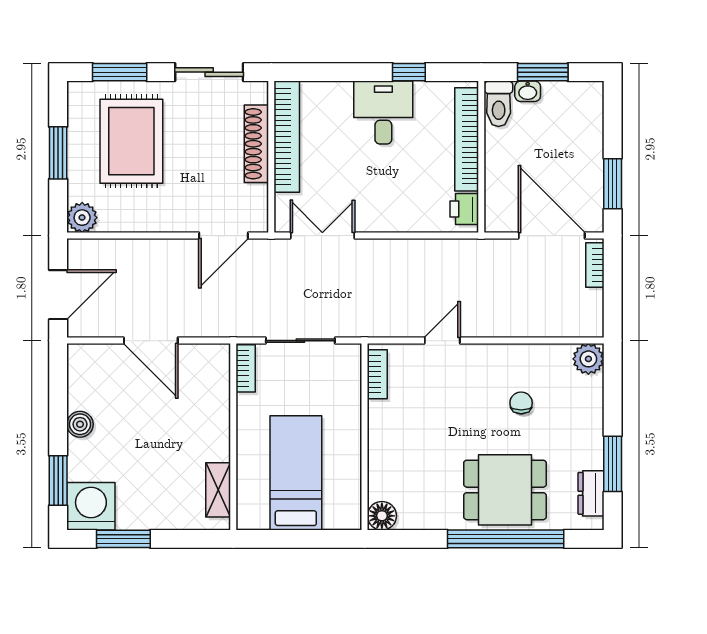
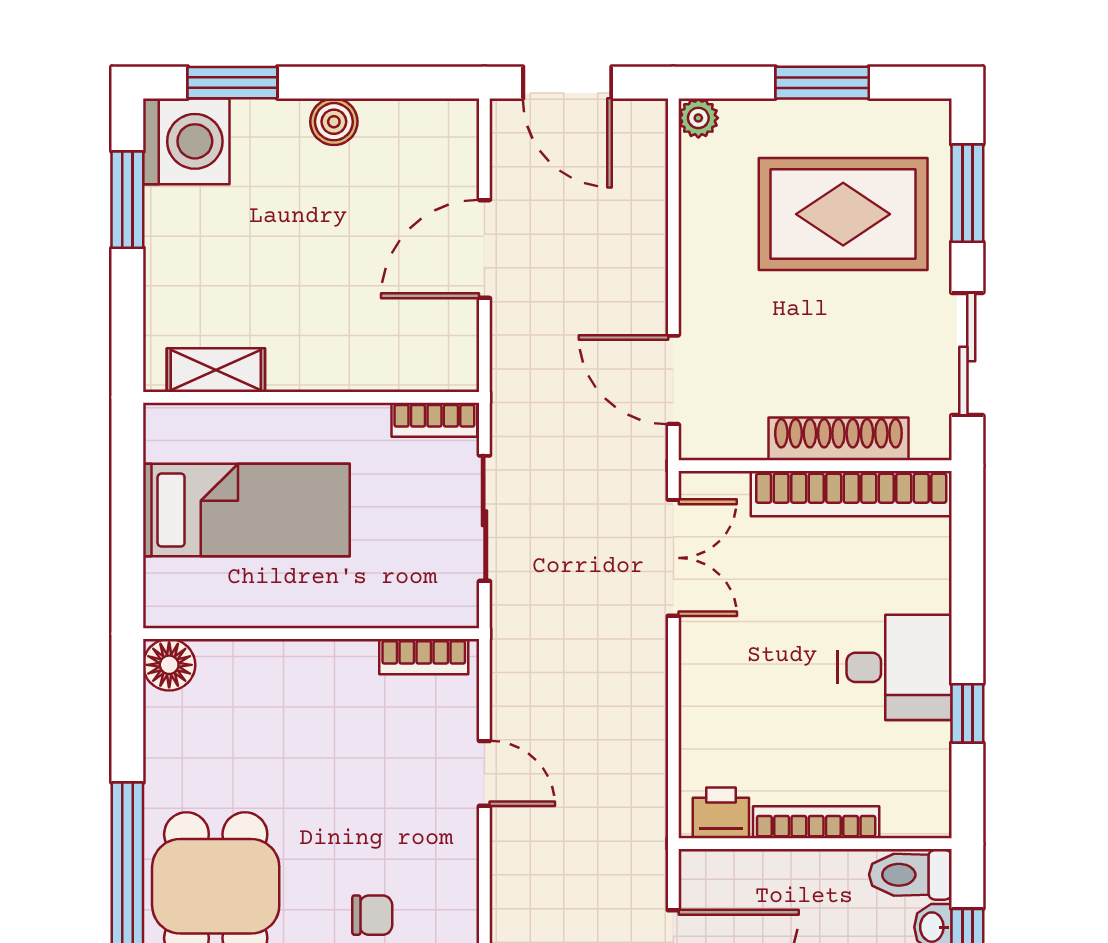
bookcase: (467, 139) -> (816, 822), width x0.68, depth x0.76
plant: (82, 218) -> (698, 118), width x0.73, depth x0.73

